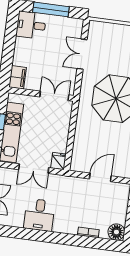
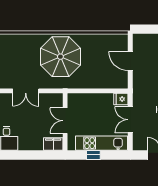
double door: (54, 96) -> (65, 121), moved
double door: (34, 169) -> (130, 120), swing flipped

